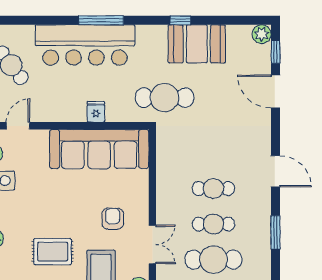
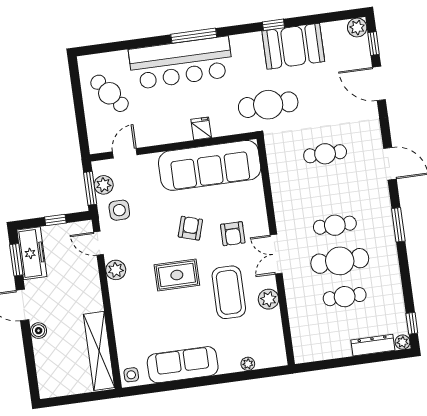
cafe table: (213, 189) -> (325, 154), moved
armchair: (72, 208) -> (190, 228), added
armchair: (113, 219) -> (233, 234), turned 180
double door: (152, 244) -> (276, 254), swing flipped

